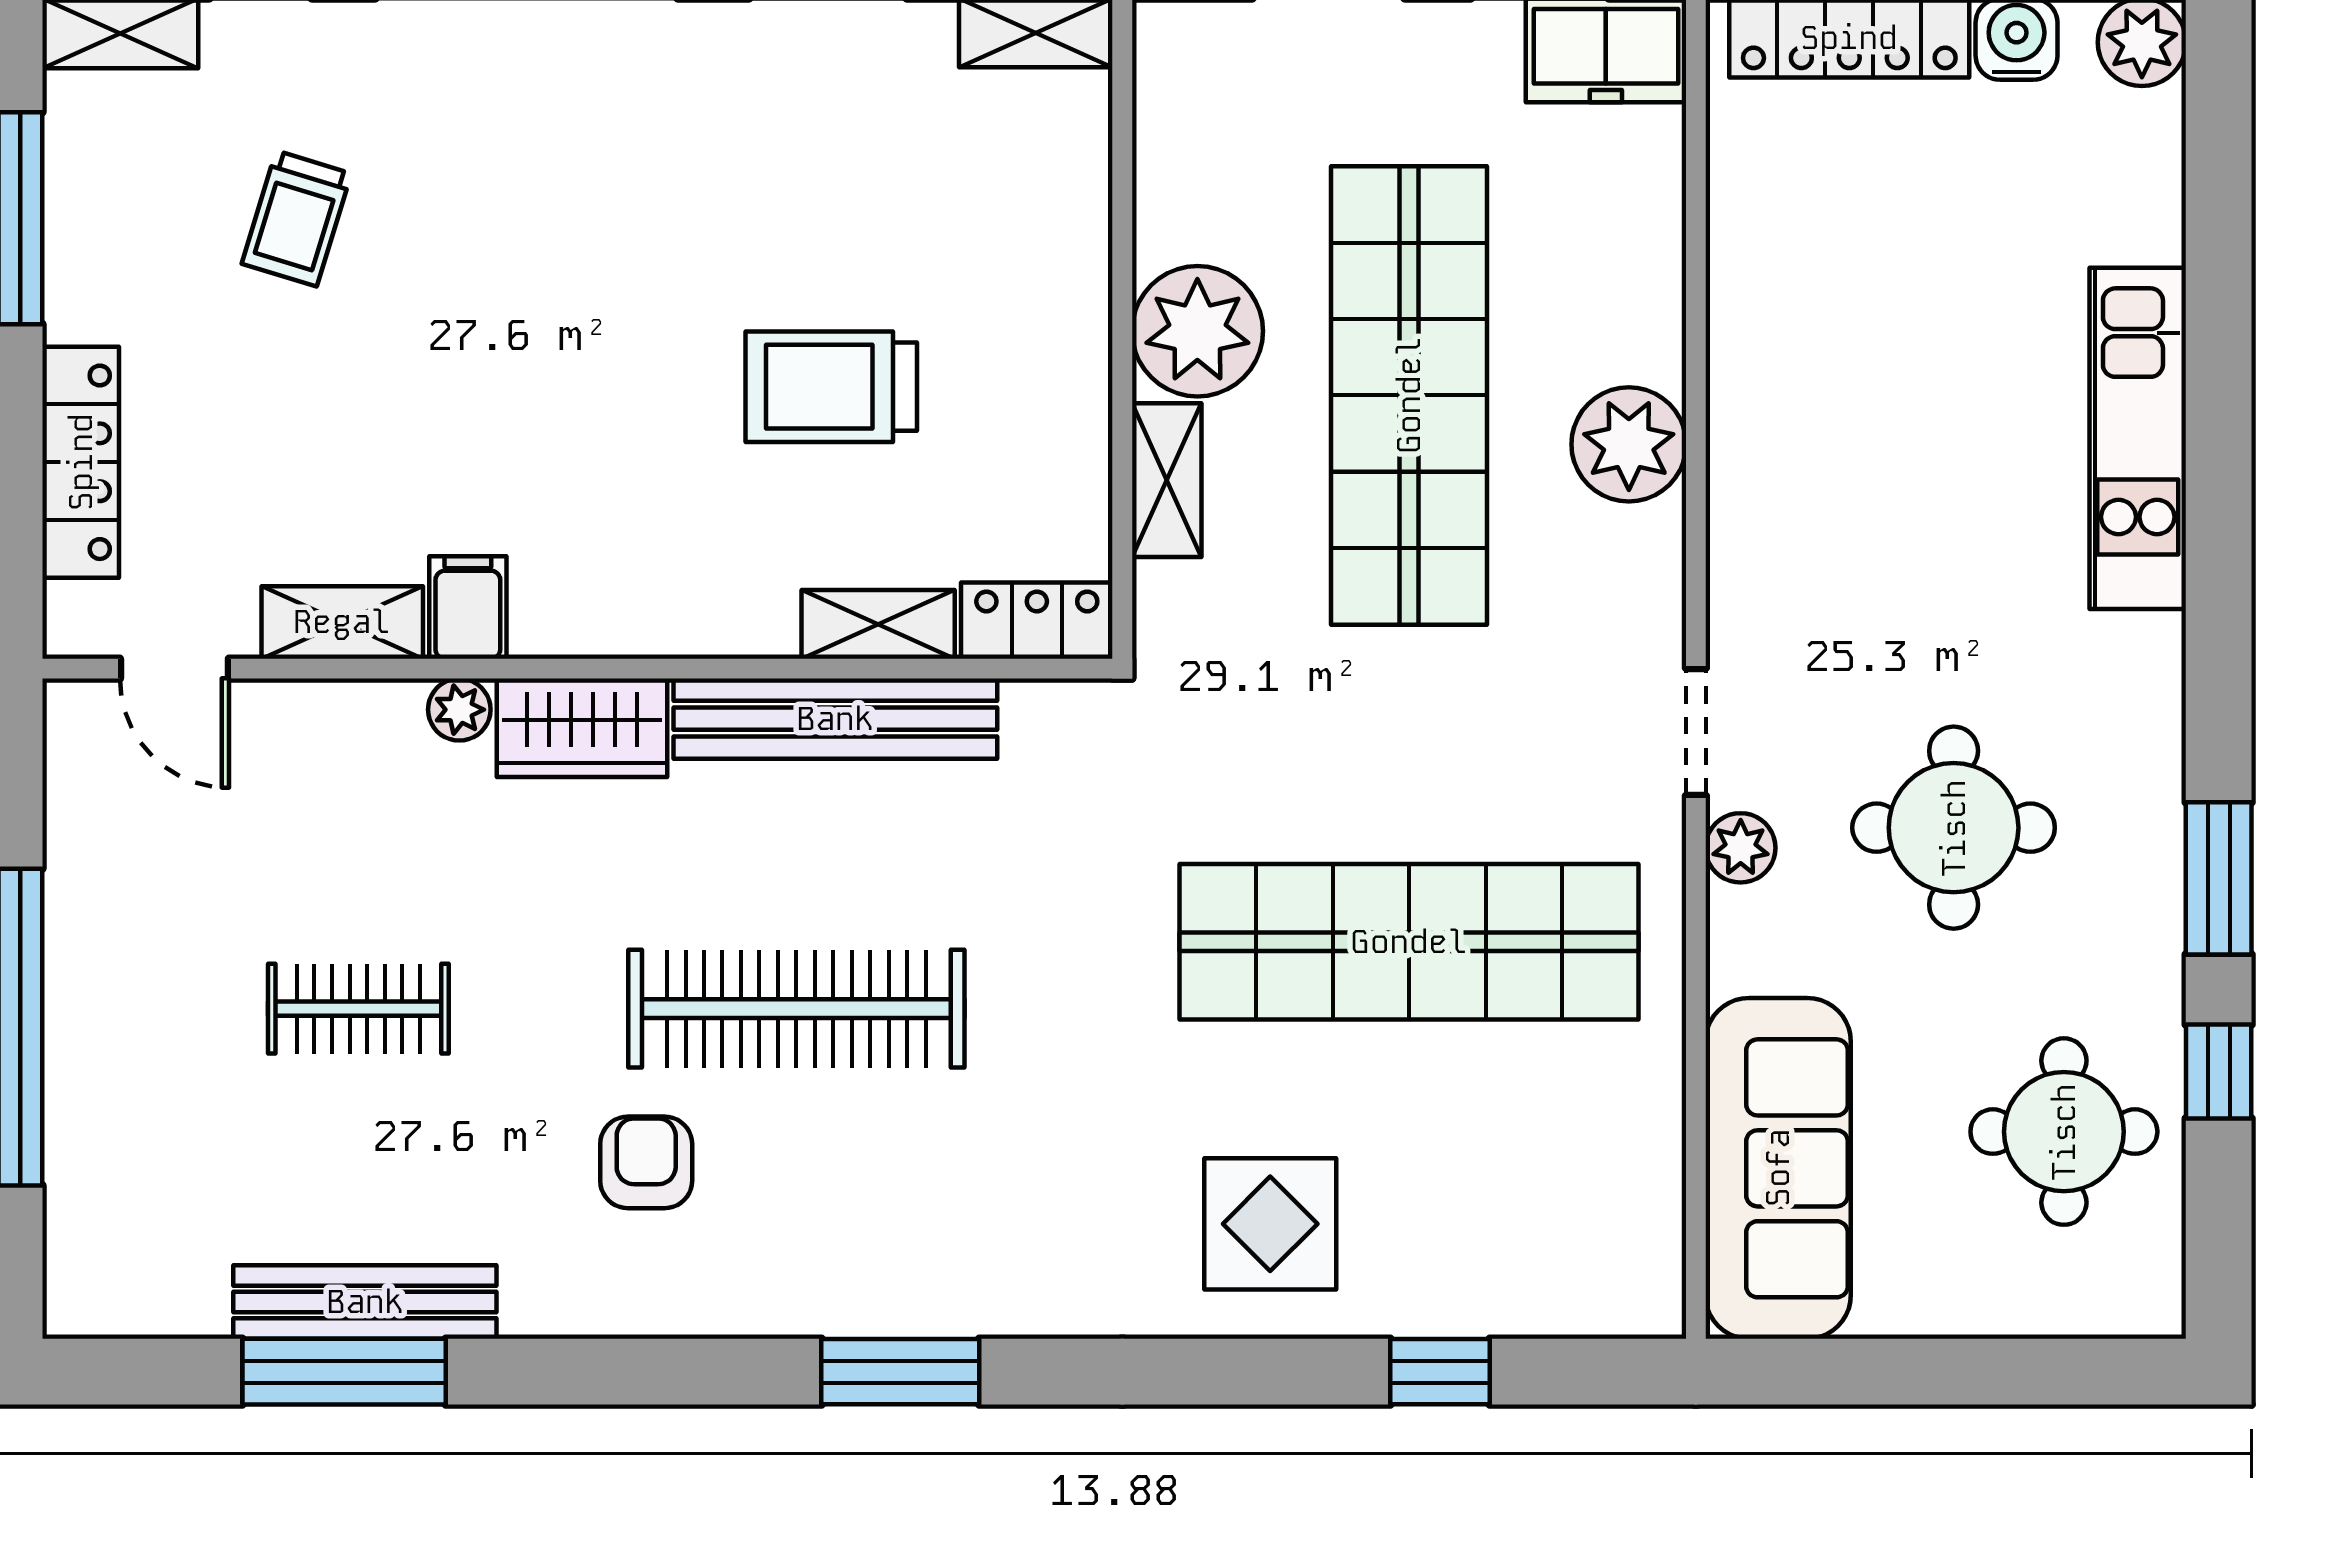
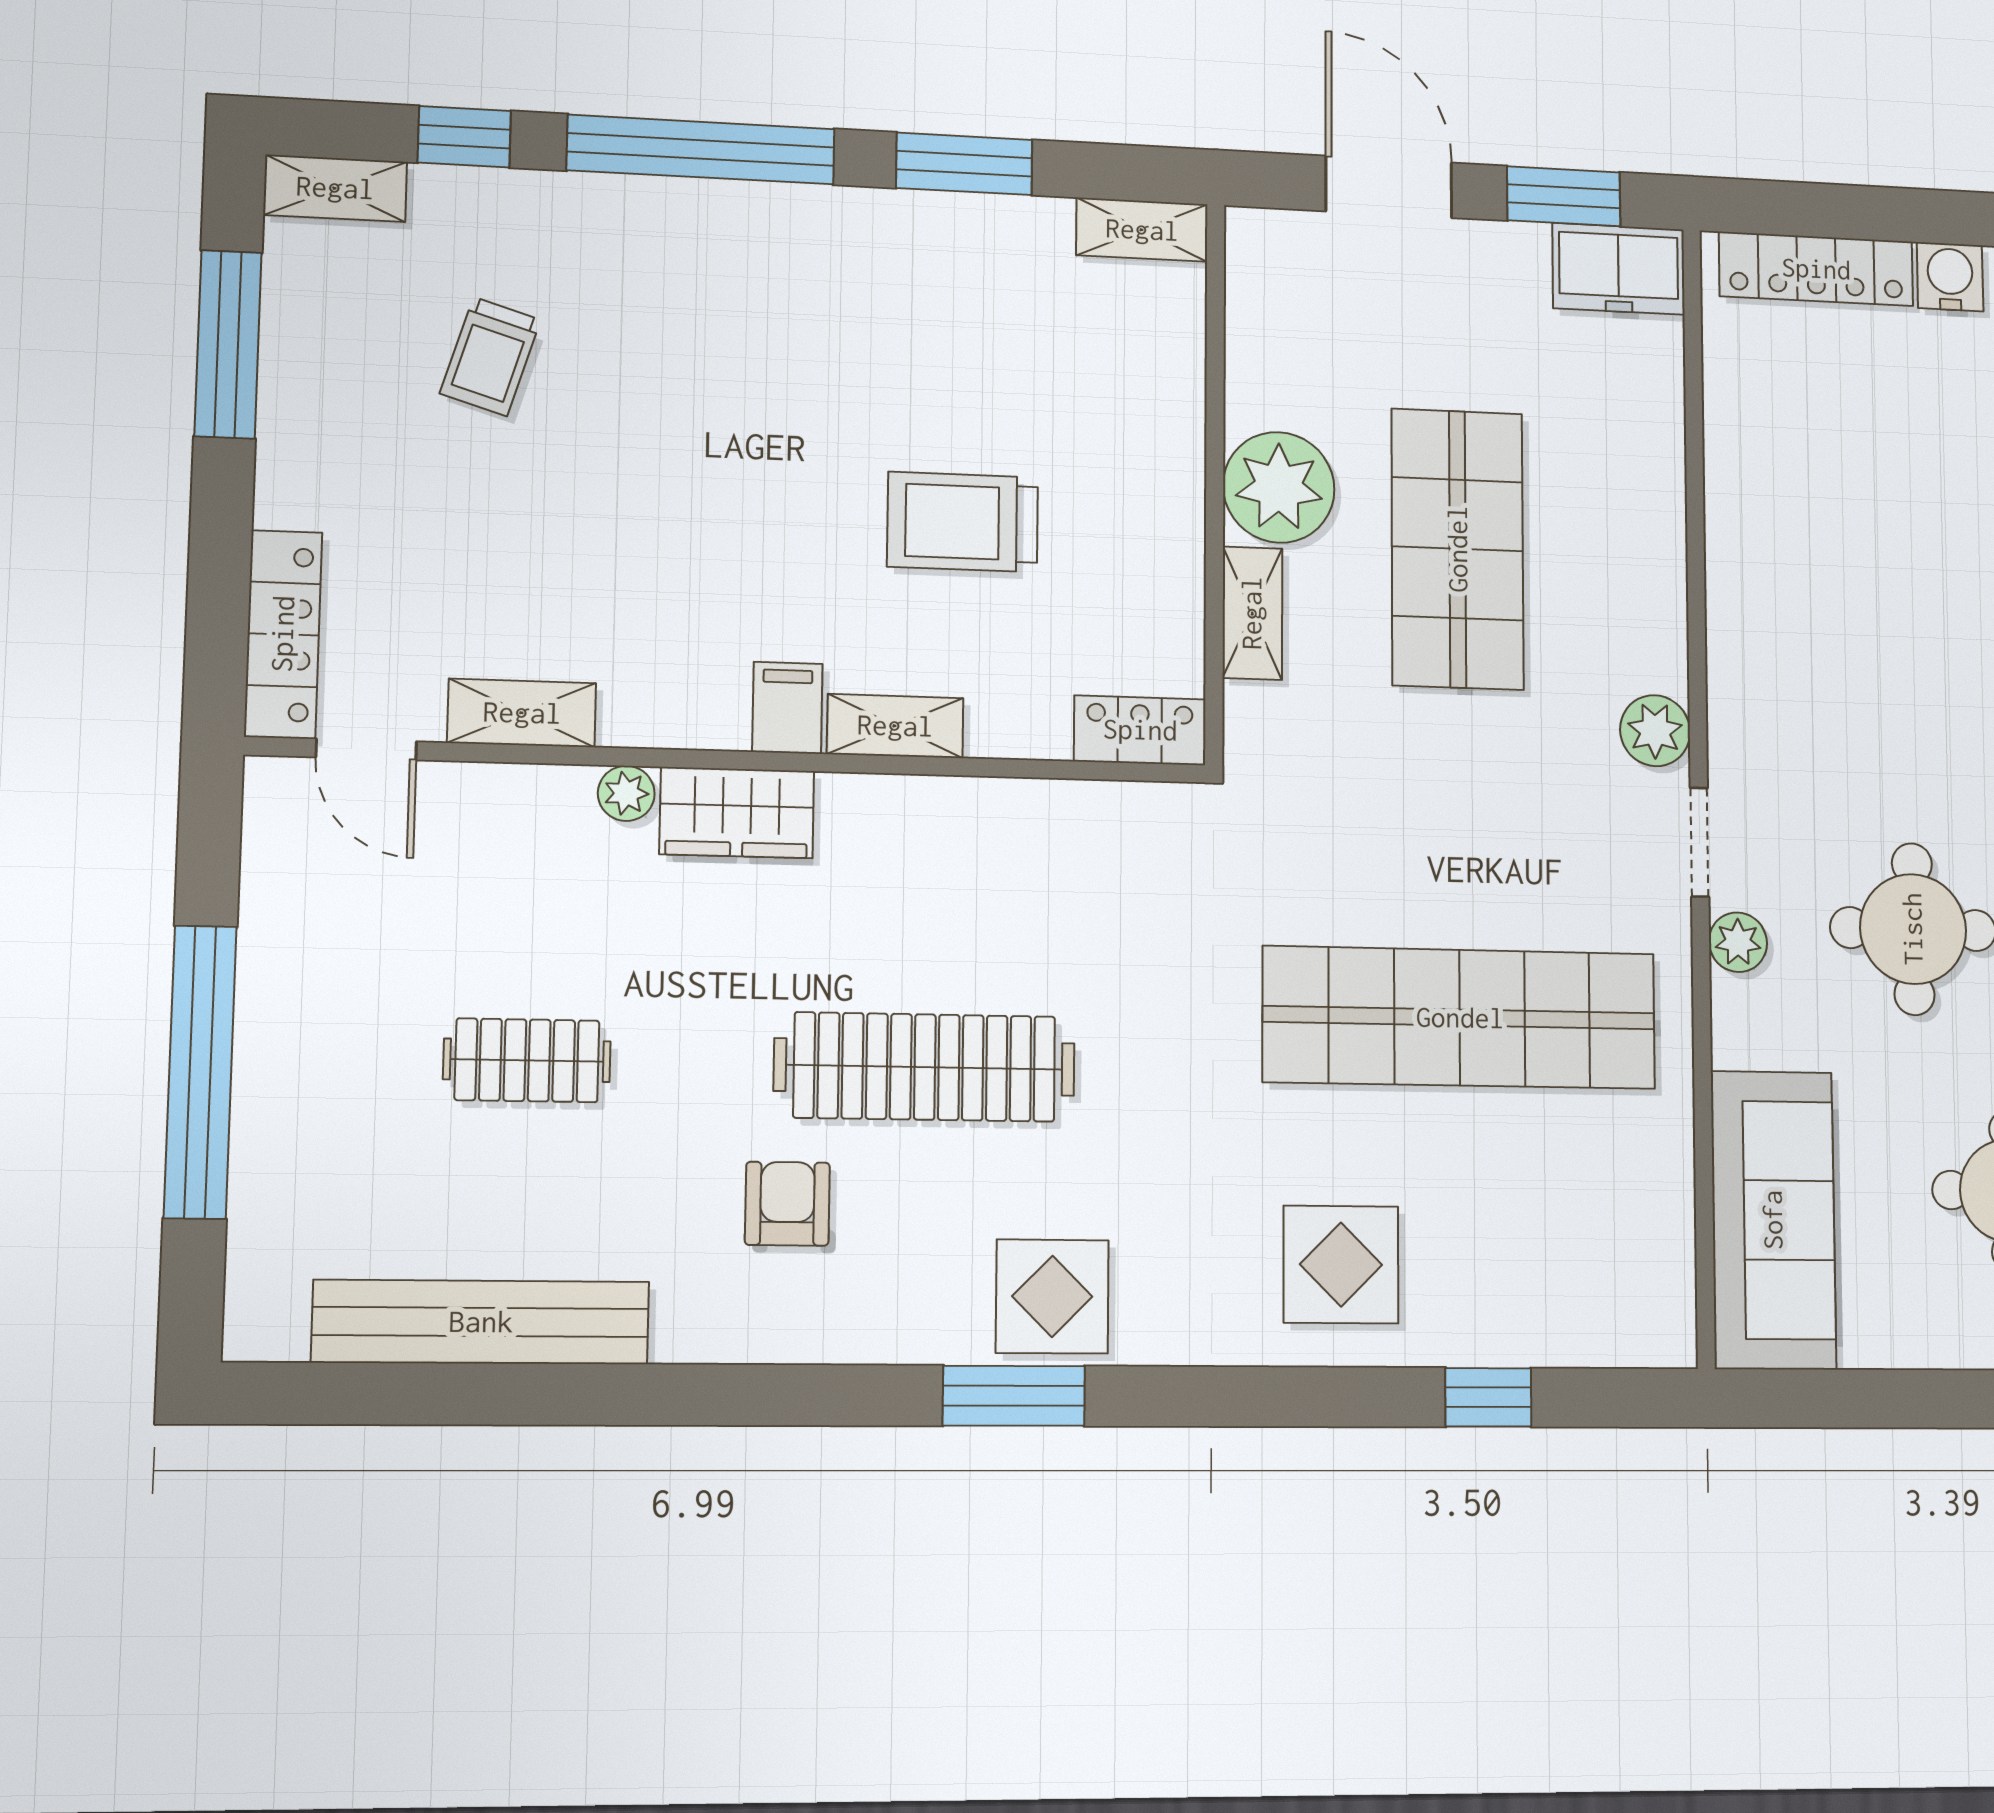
shop shelf: (1409, 395) -> (1458, 549), width x0.71
plant: (1629, 444) -> (1655, 731), moved, width x0.73, depth x0.73
locker: (81, 462) -> (283, 634), moved
filing cabinet: (468, 607) -> (787, 708), moved
shelving: (878, 624) -> (895, 726), moved
bench: (835, 719) -> (963, 811), removed
display table: (942, 1262) -> (1052, 1296), added
bench: (365, 1302) -> (481, 1322), width x1.37, depth x1.21
window: (344, 1372) -> (505, 1394), removed

